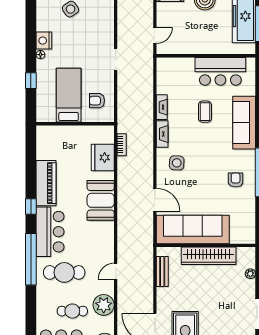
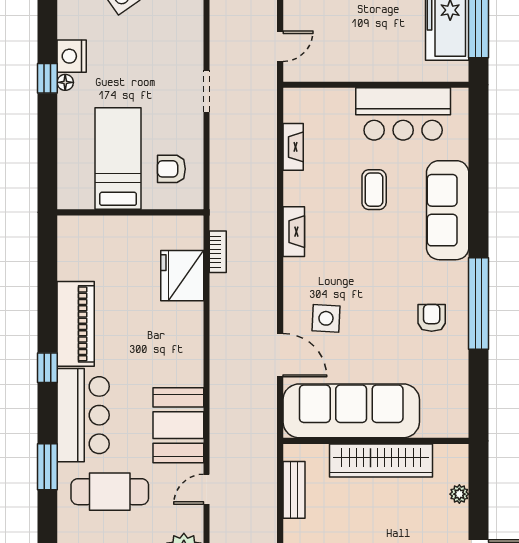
window: (31, 81) -> (47, 78), moved
fireplace: (162, 107) -> (293, 147), moved
side table: (177, 163) -> (326, 318), moved
booth: (101, 200) -> (178, 425), moved
window: (31, 259) -> (47, 467), width x0.47

